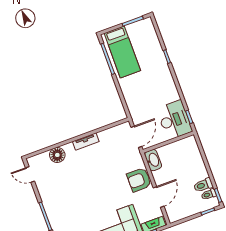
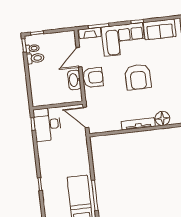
door: (136, 137) -> (86, 117), hinge flipped
tv unit: (86, 141) -> (138, 124), width x1.41
washbasin: (153, 160) -> (74, 80), moved
armchair: (93, 192) -> (138, 77), added

